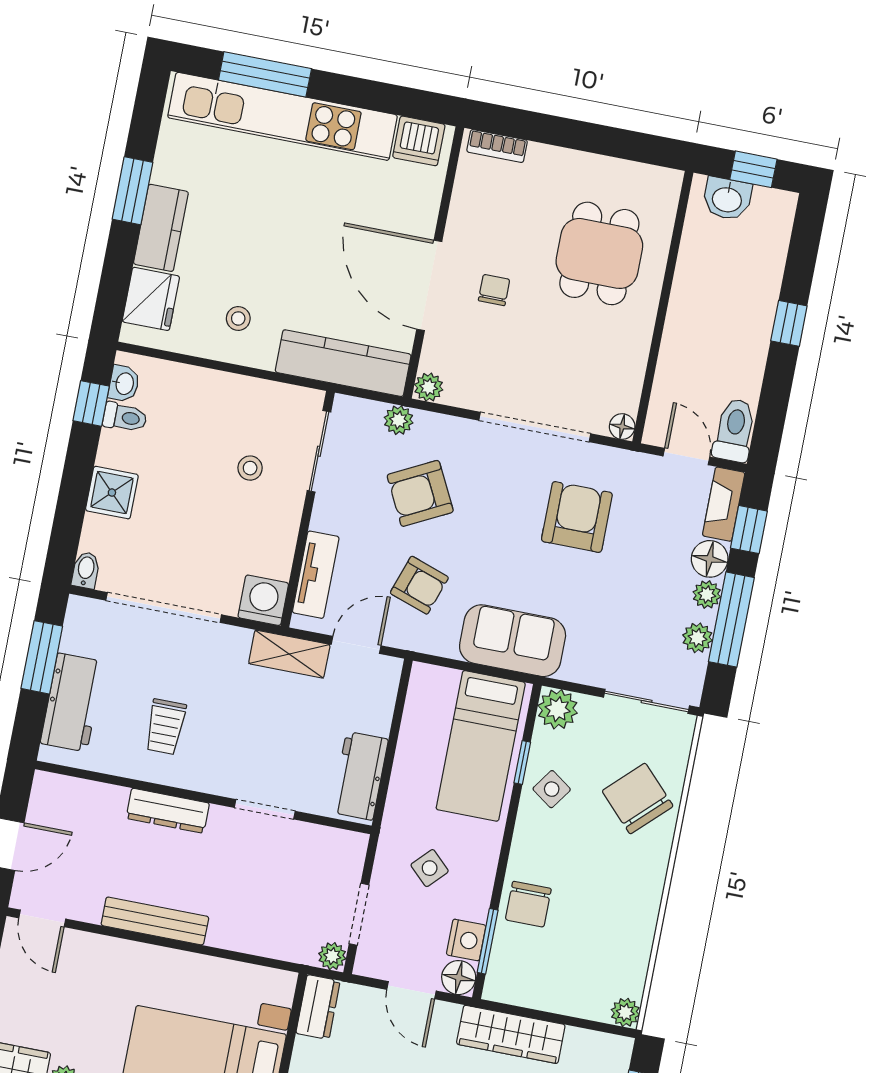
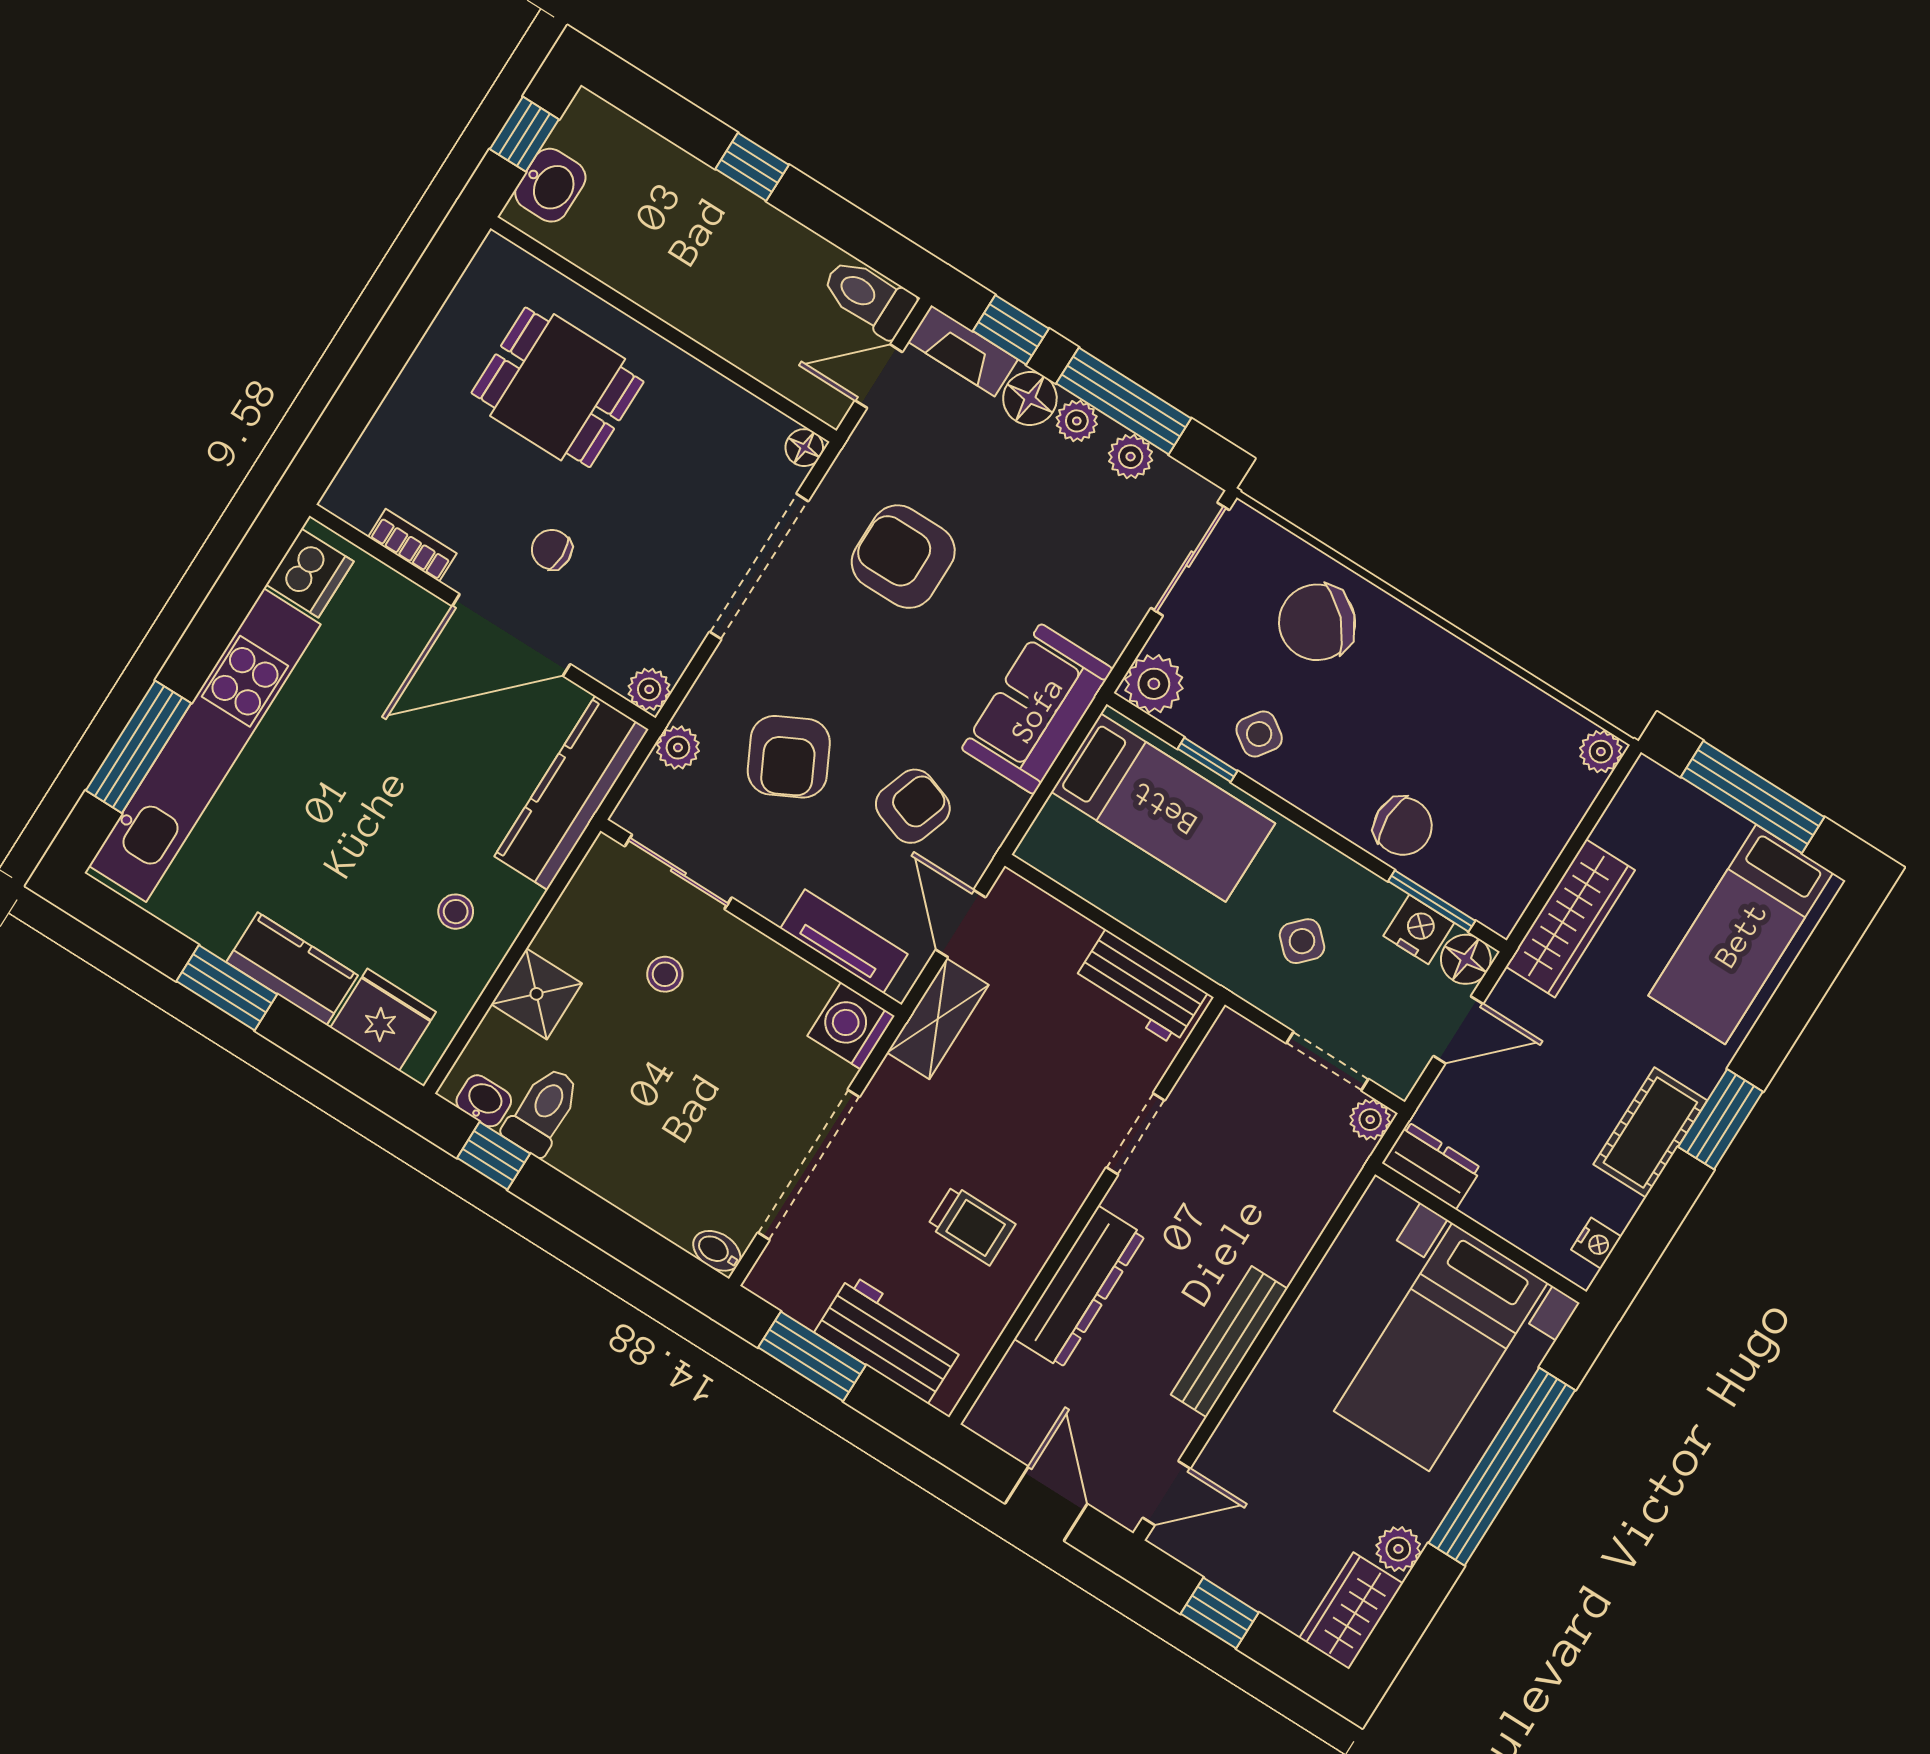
bookcase: (497, 146) -> (412, 545), moved, turned -90
toilet: (125, 417) -> (542, 1111), width x1.37, depth x1.39
shower: (112, 493) -> (536, 994), moved
dresser: (168, 811) -> (1080, 1287), width x1.37, depth x1.24

